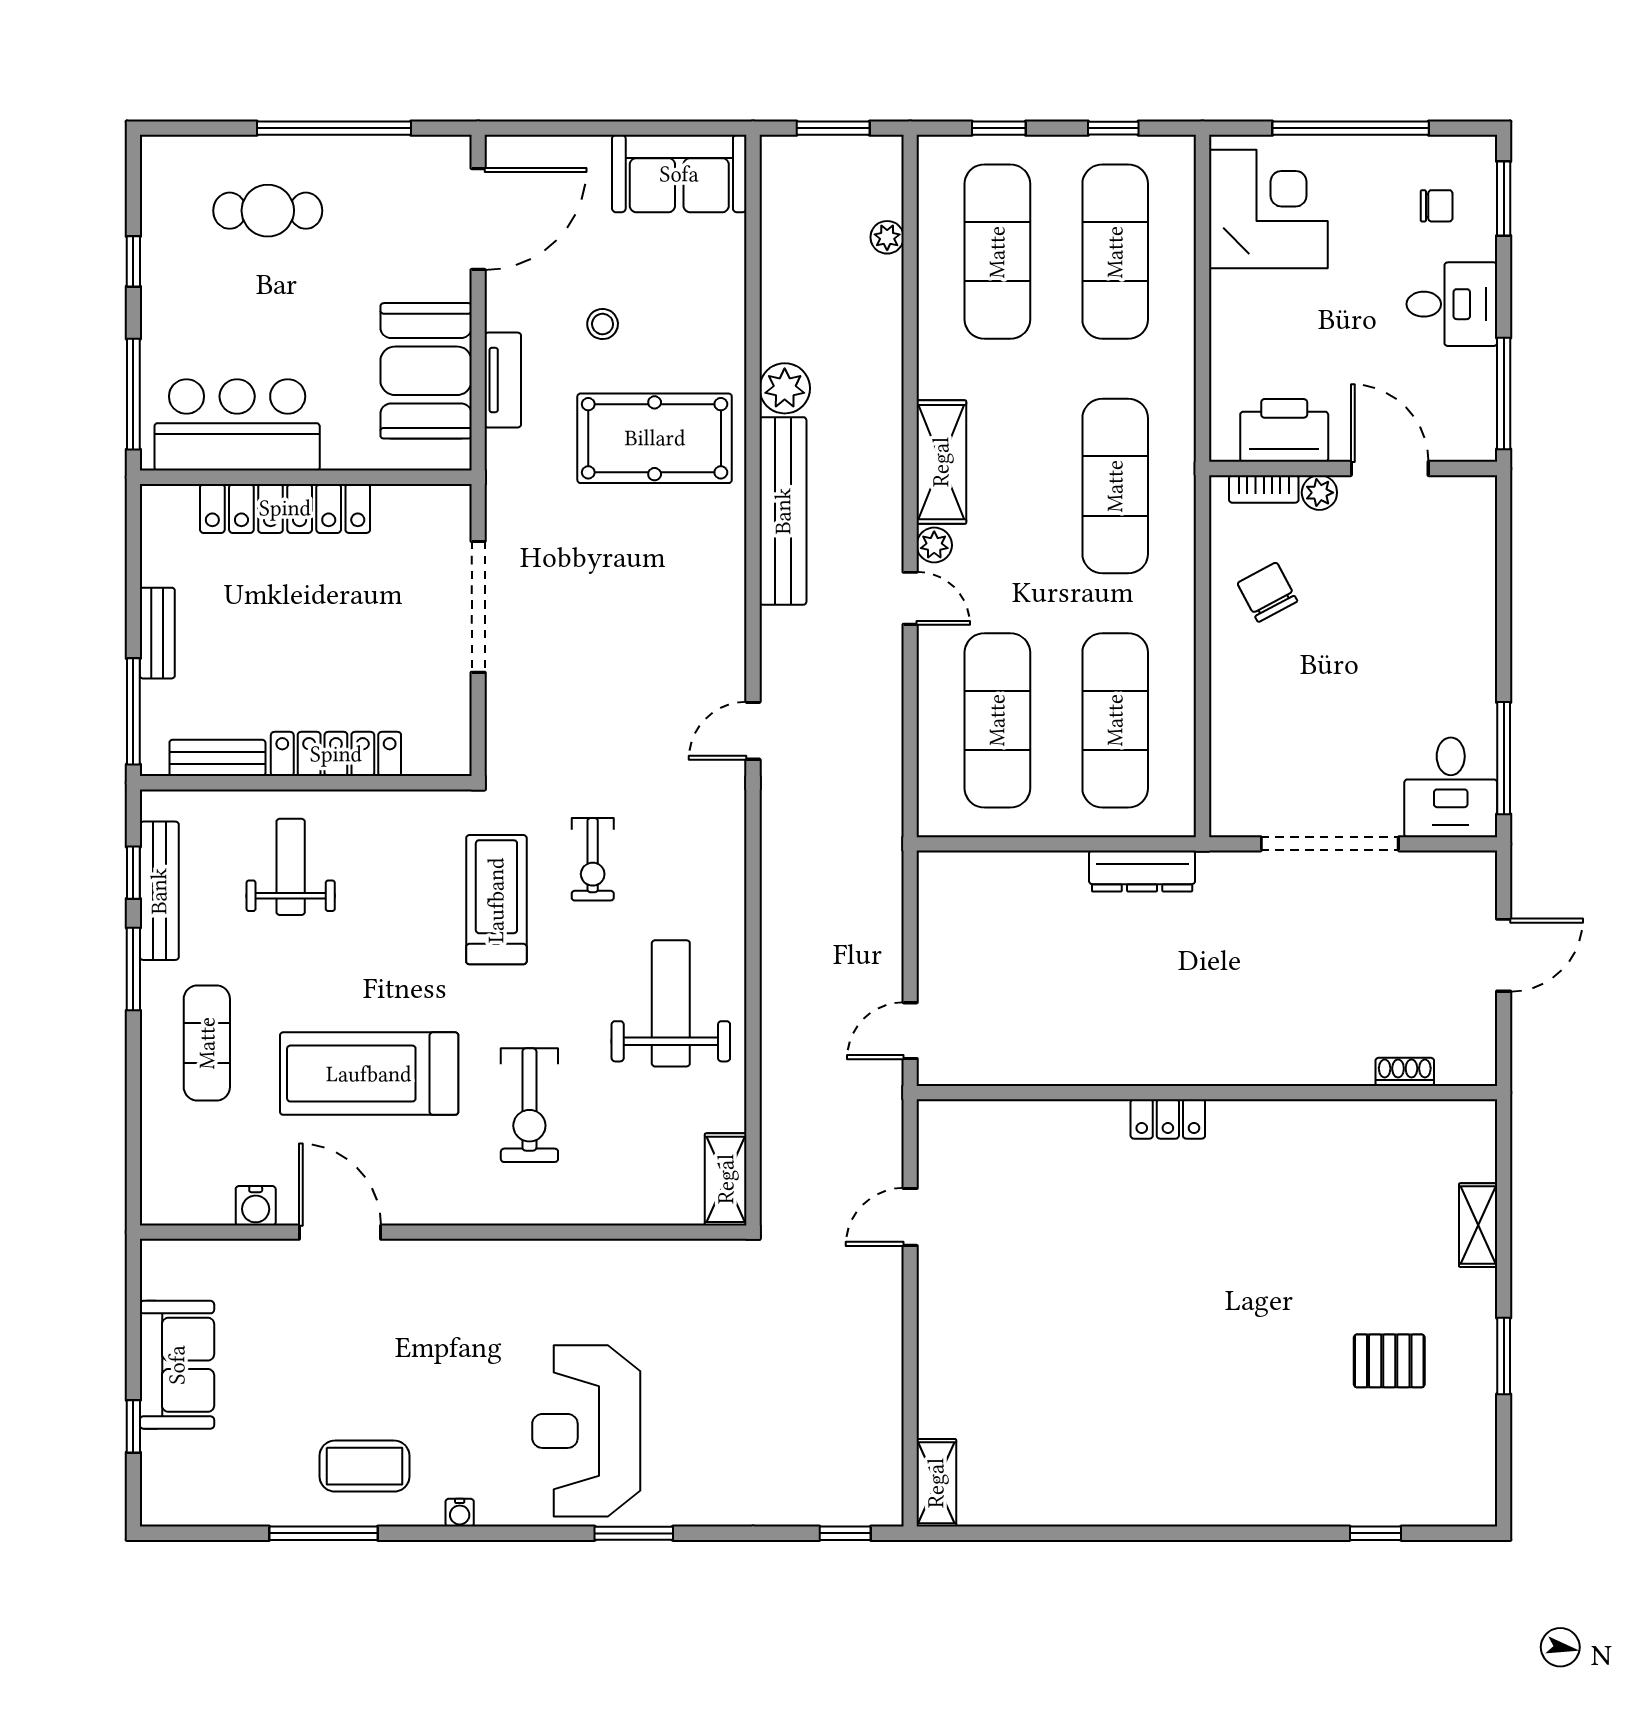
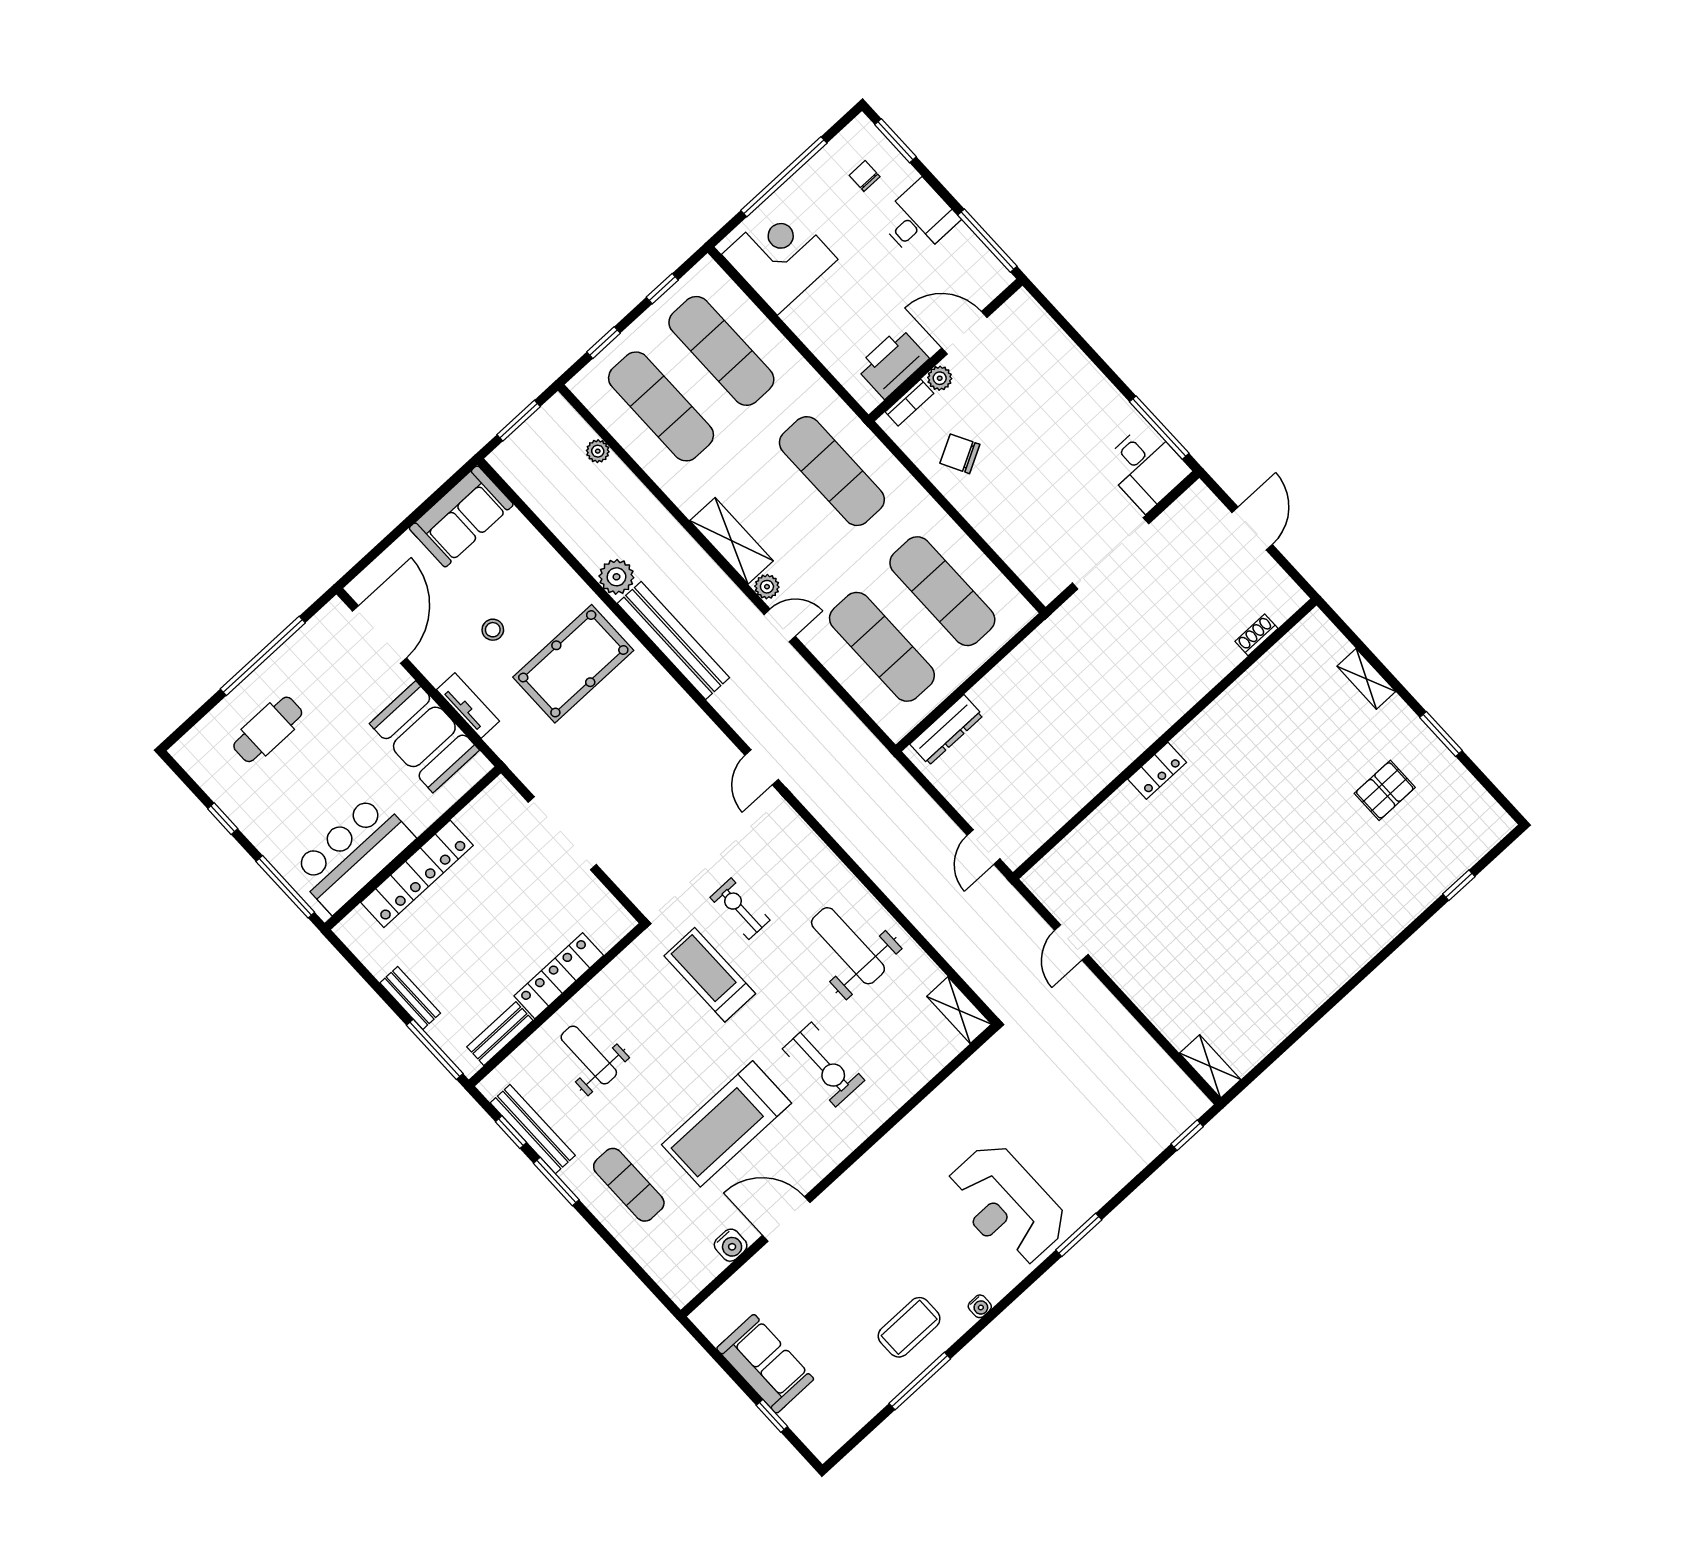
chair: (1437, 206) -> (865, 176), turned -90
exercise bike: (593, 859) -> (740, 909), turned 180
dresser: (1142, 871) -> (947, 730), moved

